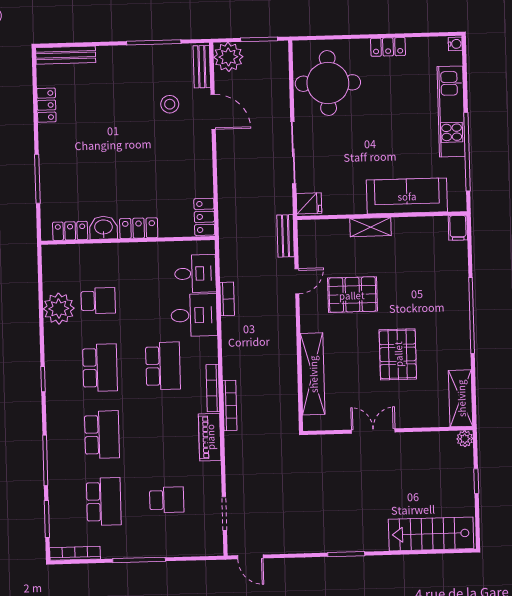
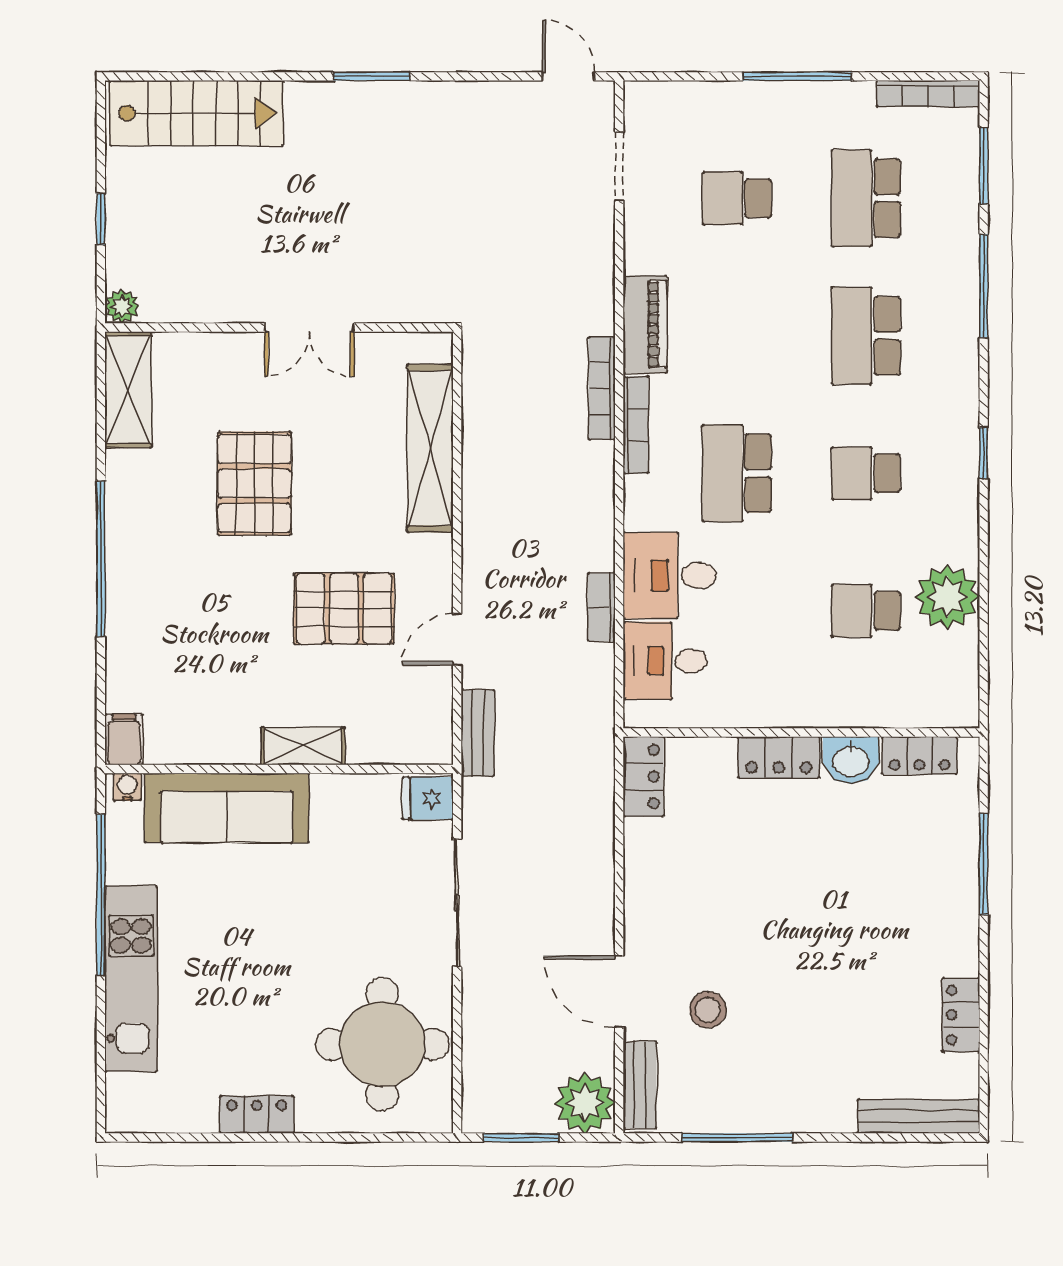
water cooler: (455, 44) -> (127, 787), moved, turned 90
school desk: (100, 368) -> (866, 473), width x0.54

